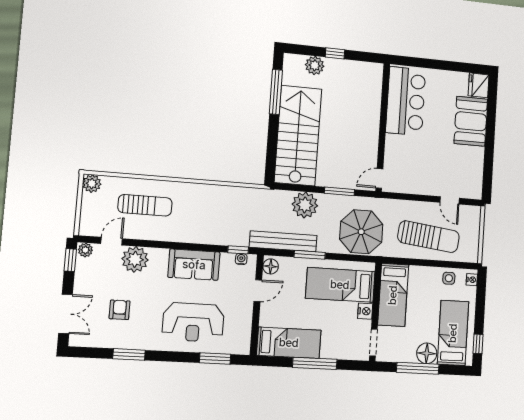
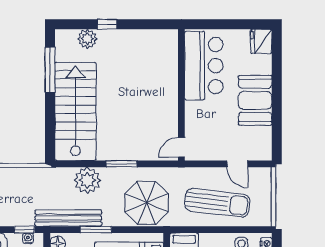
bar counter: (406, 101) -> (204, 66), moved
booth: (471, 121) -> (255, 100), moved
wall: (383, 127) -> (181, 95), moved
door: (379, 178) -> (181, 147), moved

